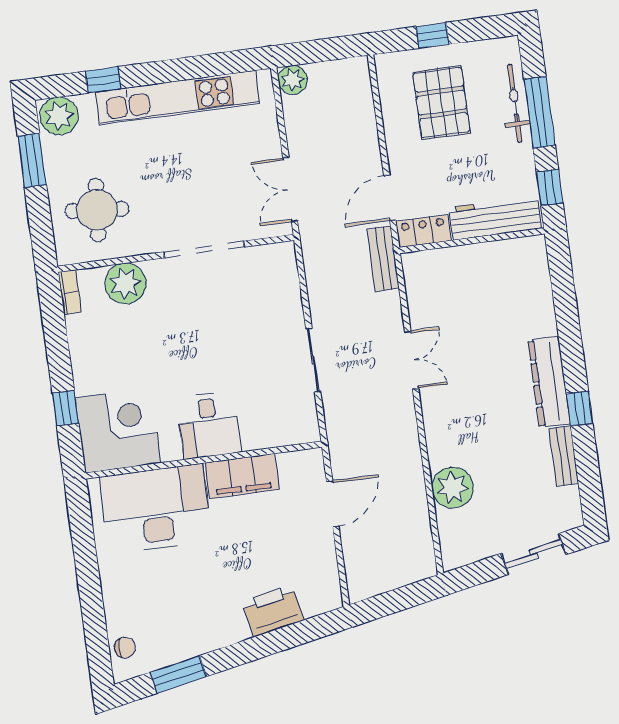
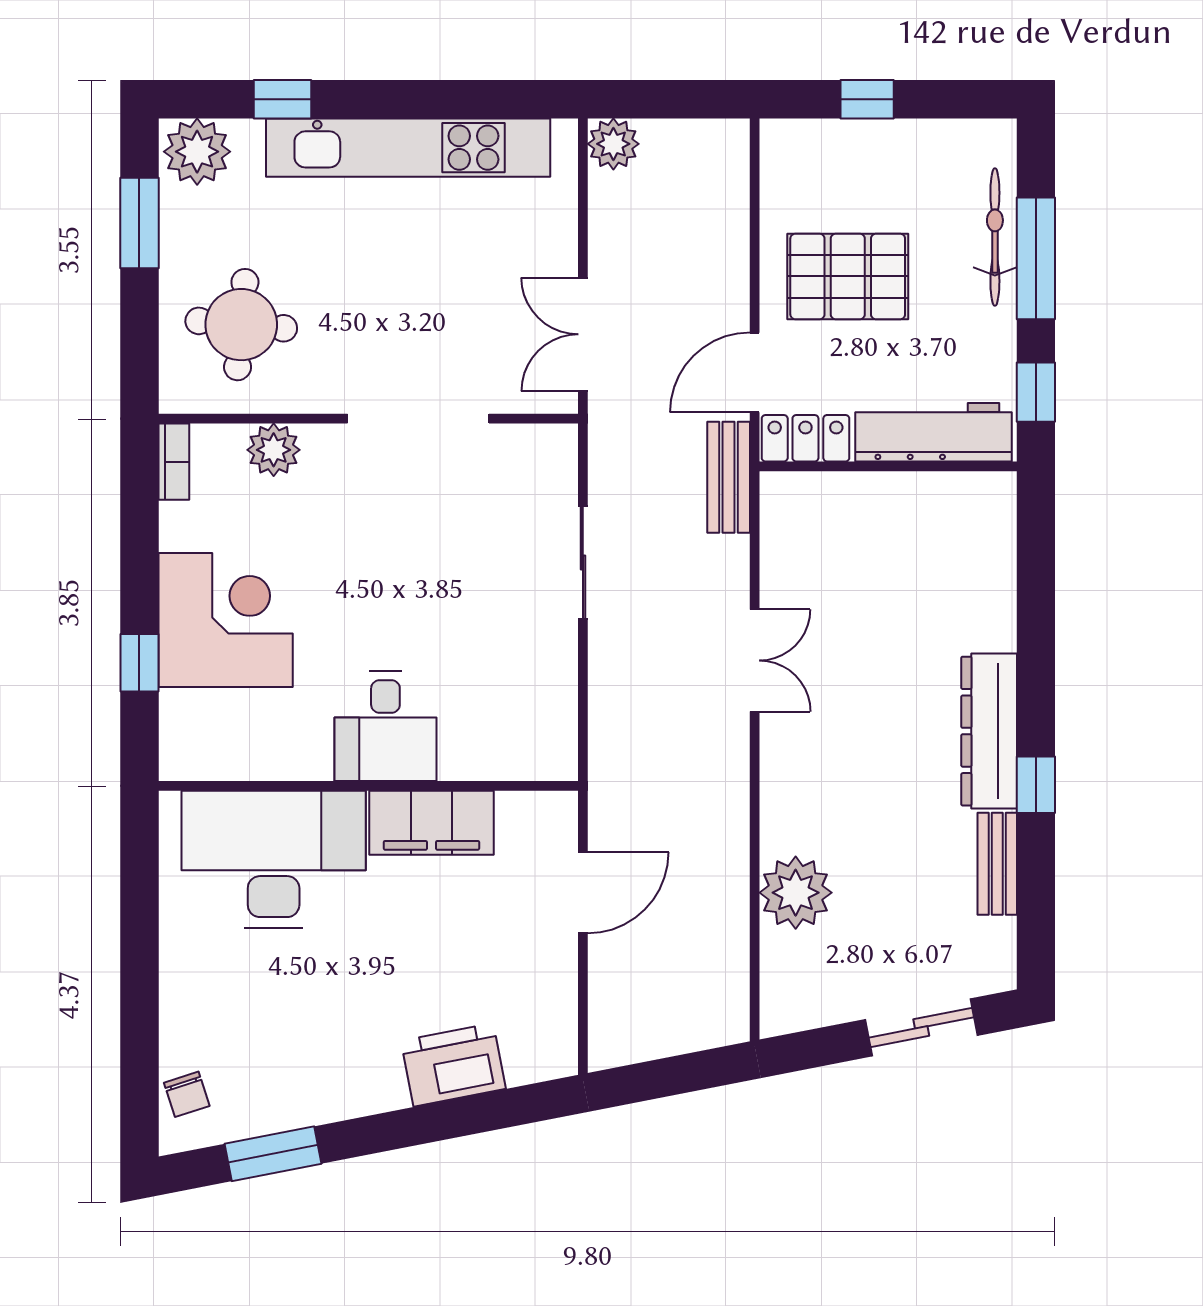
pallet: (442, 102) -> (848, 276), moved, turned 90
plant: (125, 283) -> (274, 450), width x0.73, depth x0.73
sliding door: (313, 360) -> (583, 563), moved
corner desk: (118, 430) -> (226, 620), moved
chair: (125, 648) -> (187, 1094), turned 72

